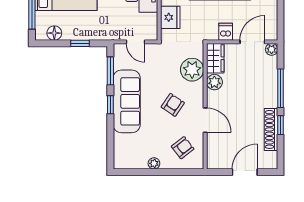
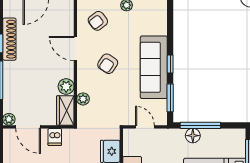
floor lamp: (54, 33) -> (193, 136), moved
door: (252, 42) -> (28, 127), hinge flipped
window: (80, 43) -> (200, 125), width x2.17
plant: (192, 70) -> (83, 99), width x0.53, depth x0.53

